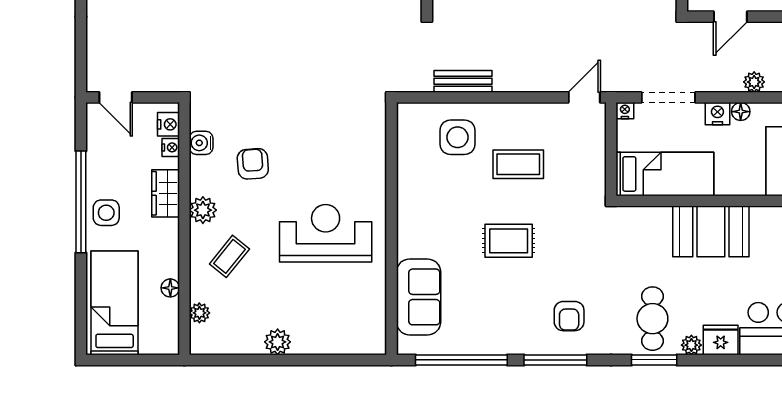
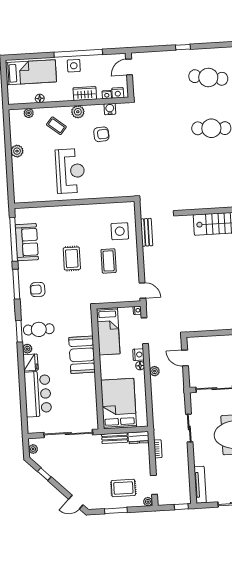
sofa: (419, 297) -> (27, 242), moved, turned -90

